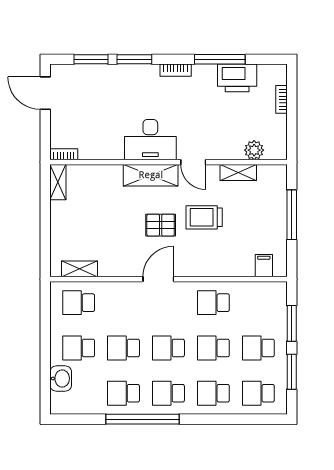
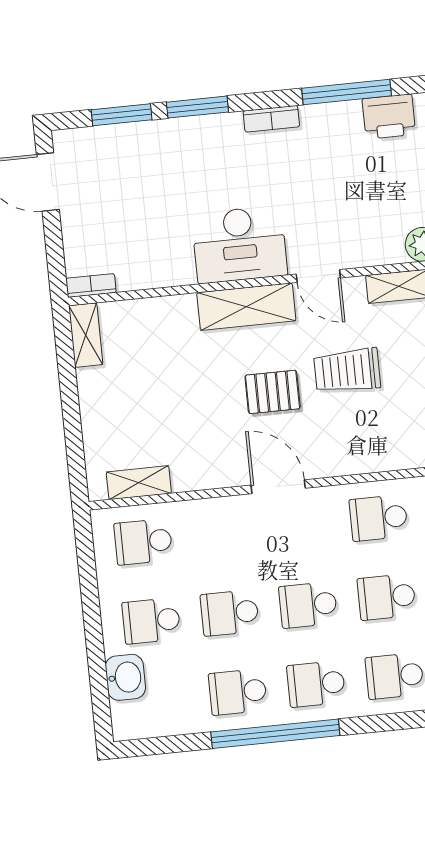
printer: (237, 78) -> (389, 117), width x0.73, depth x0.84
door: (158, 279) -> (278, 487), hinge flipped

